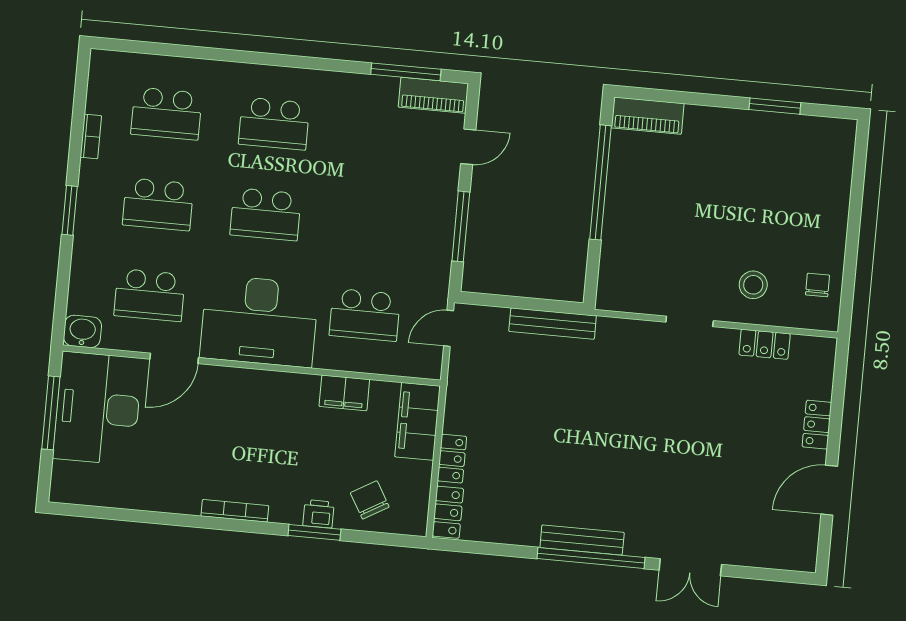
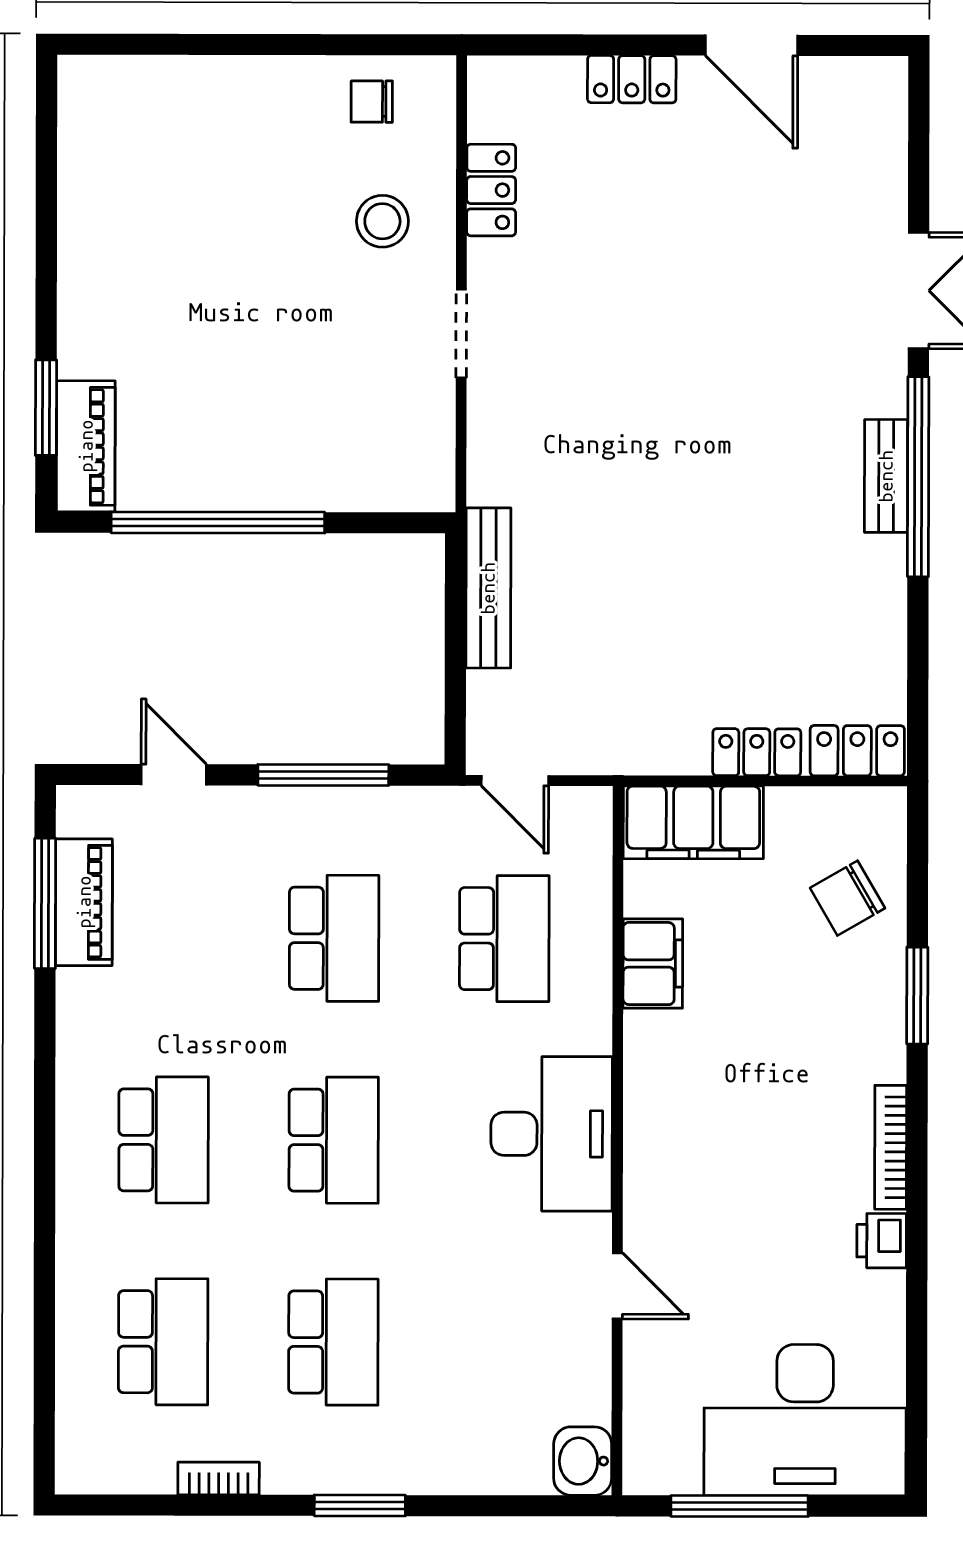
piano: (433, 95) -> (84, 902), moved
window: (775, 106) -> (46, 408), moved
school desk: (150, 295) -> (334, 938), moved
desk: (259, 321) -> (552, 1134), width x0.73, depth x0.77
door: (174, 358) -> (617, 1286), width x0.73
desk: (98, 408) -> (805, 1420), moved
printer: (319, 514) -> (882, 1241), moved
bench: (582, 540) -> (886, 476), width x0.73

